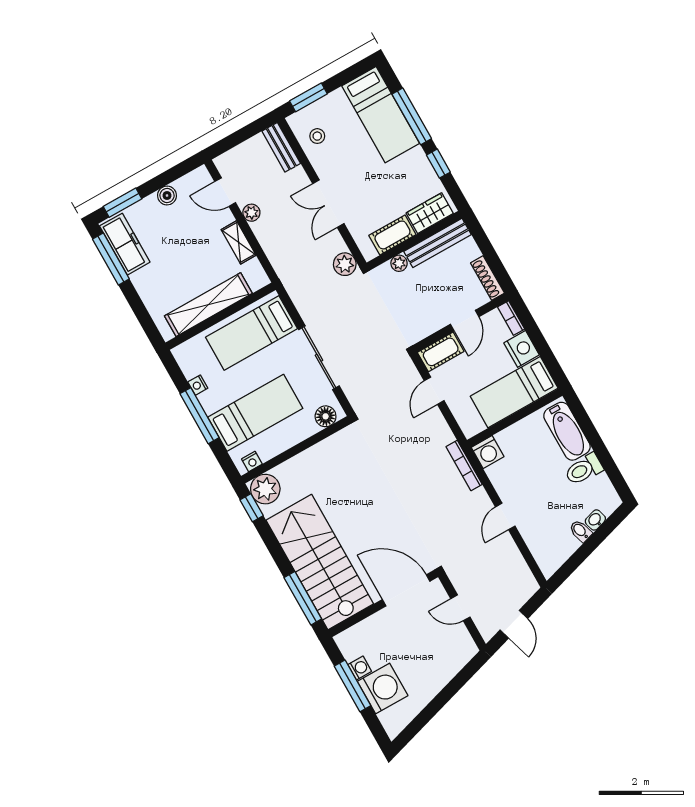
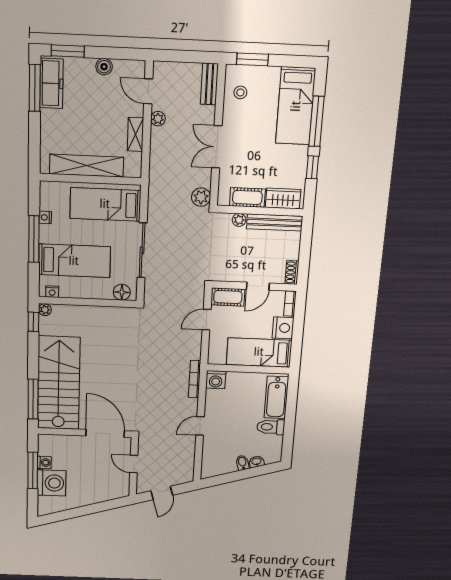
shoe rack: (487, 278) -> (292, 272), width x0.70
plant: (265, 489) -> (45, 310), width x0.53, depth x0.53

